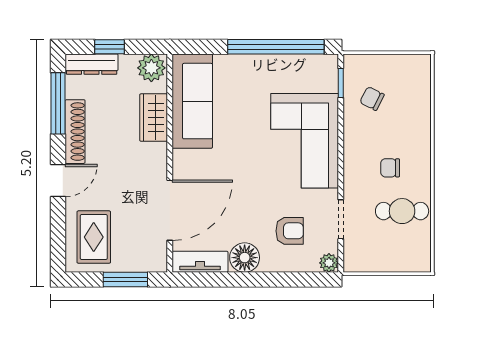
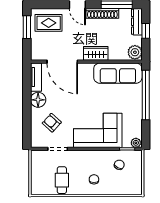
window: (276, 47) -> (146, 95), moved
wardrobe: (154, 118) -> (96, 53), moved
chair: (390, 168) -> (94, 179), moved
armchair: (290, 231) -> (52, 123), turned 132
plant: (329, 263) -> (136, 143), moved
window: (125, 280) -> (27, 27), moved

